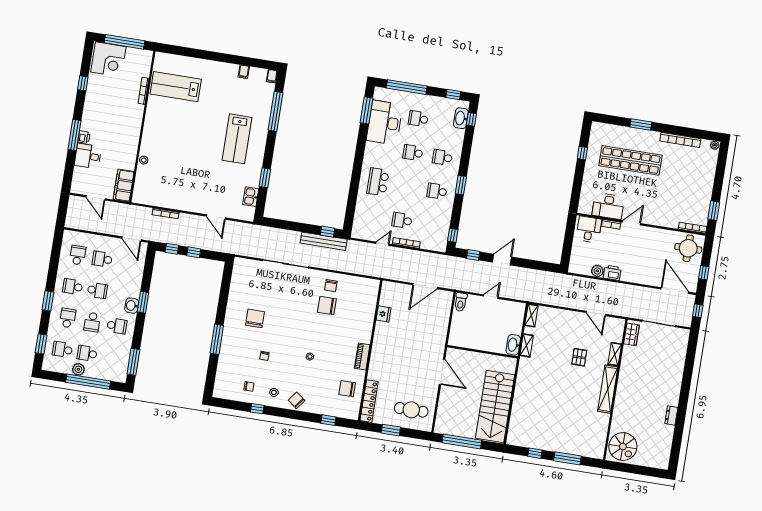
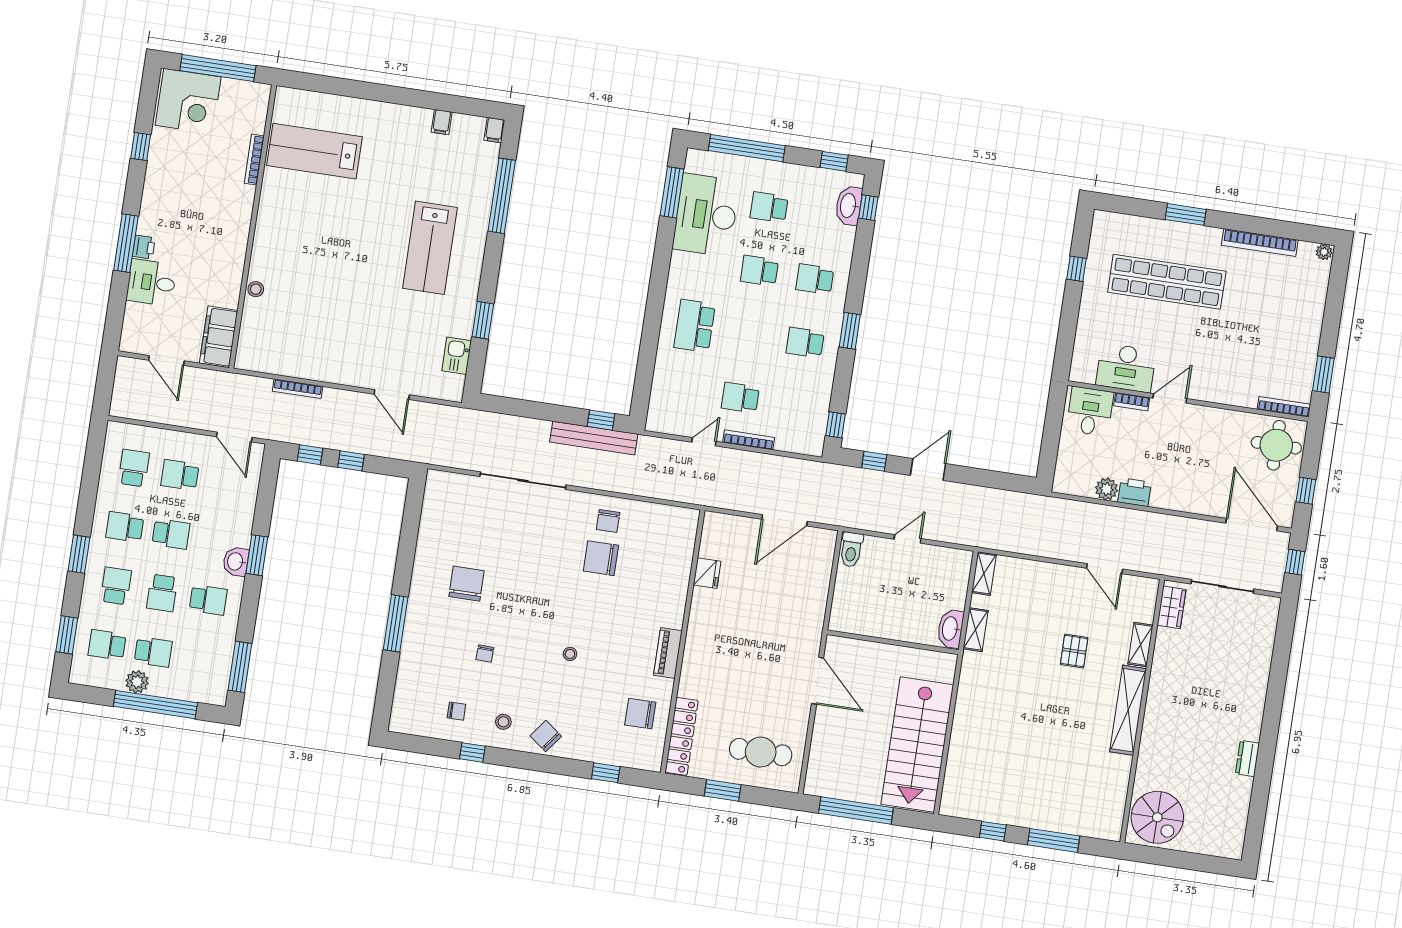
school desk: (87, 353) -> (153, 652), turned 180

